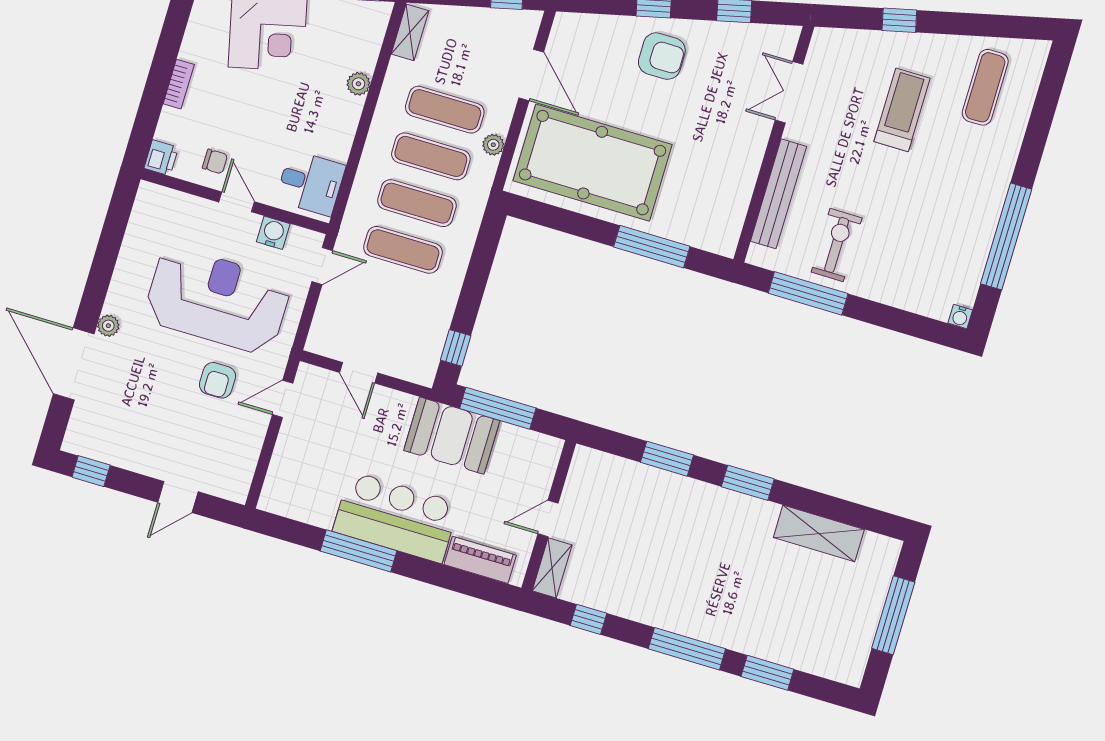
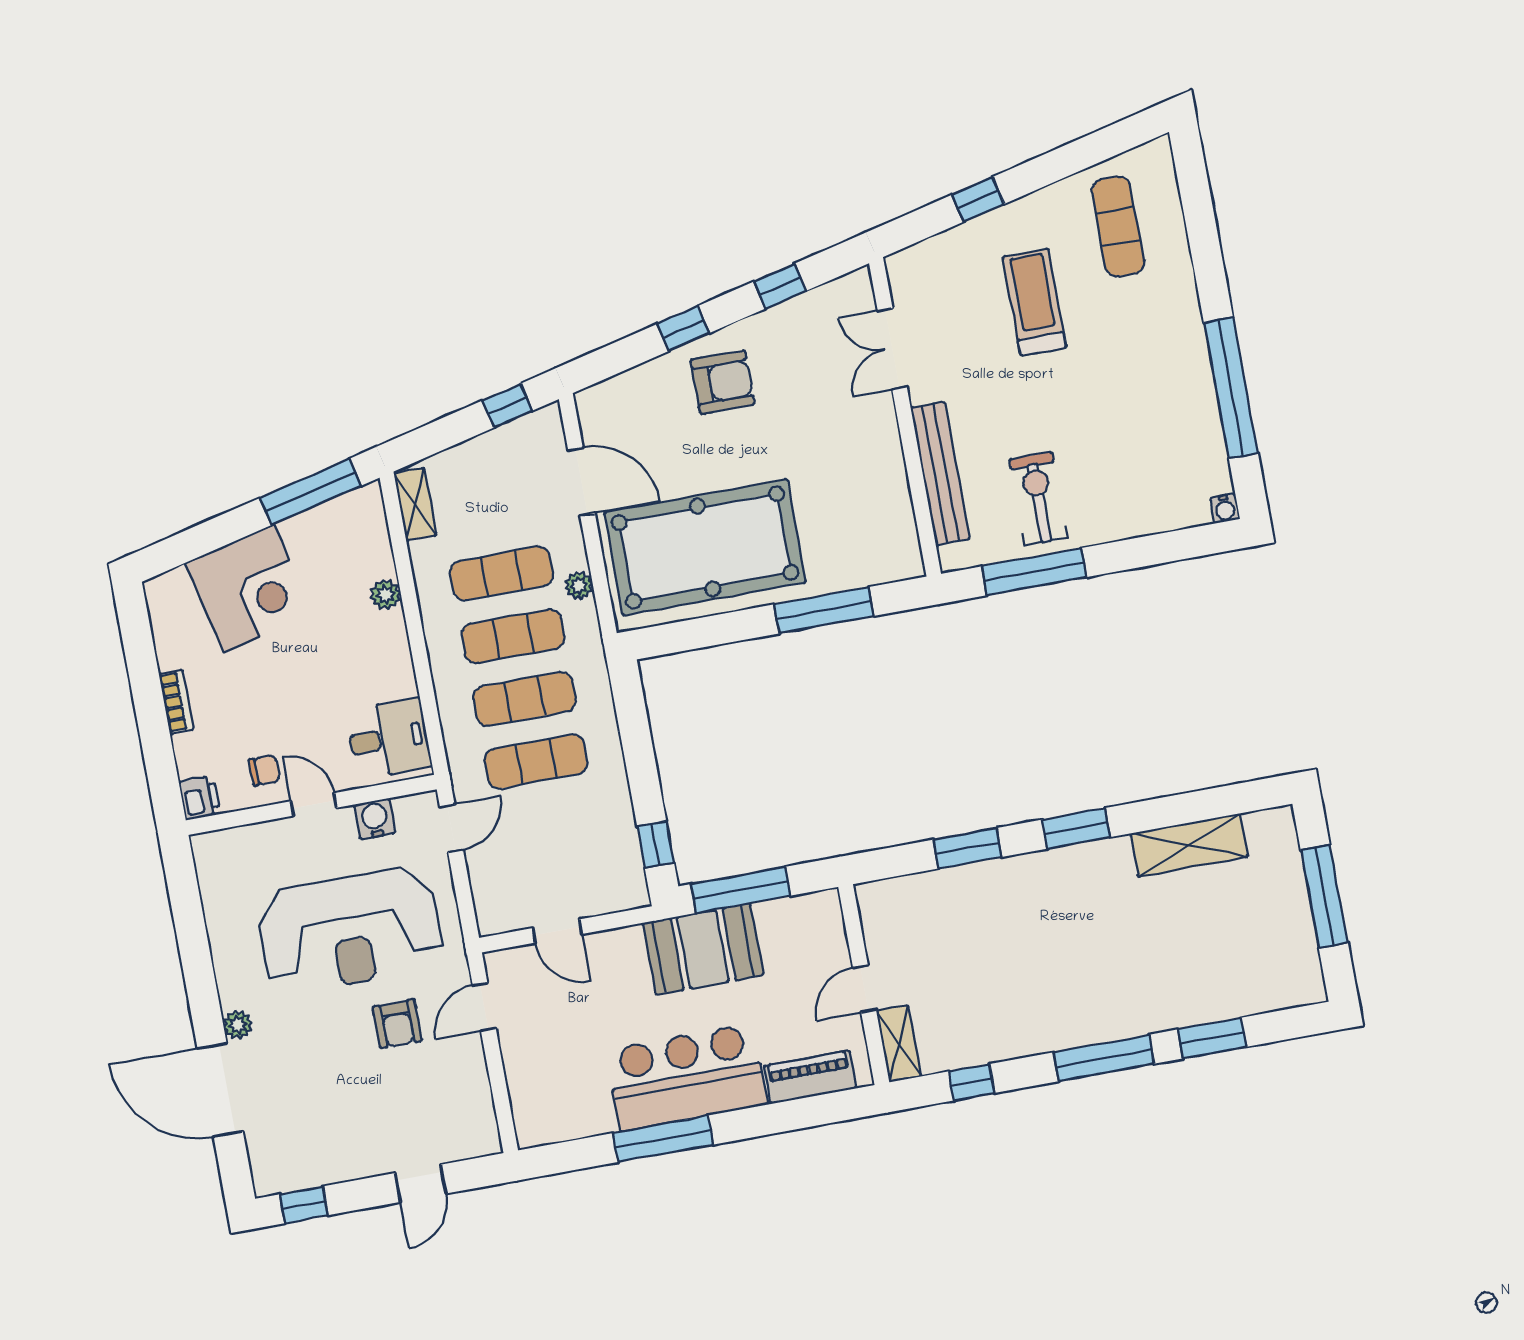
reception desk: (217, 300) -> (350, 930), turned 180

